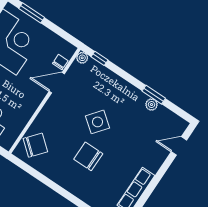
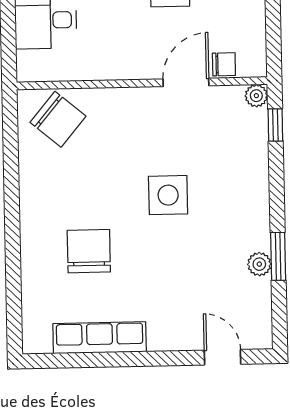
door: (57, 83) -> (186, 82), hinge flipped
side table: (97, 122) -> (168, 195), turned -38
chair: (88, 156) -> (89, 251), moved

